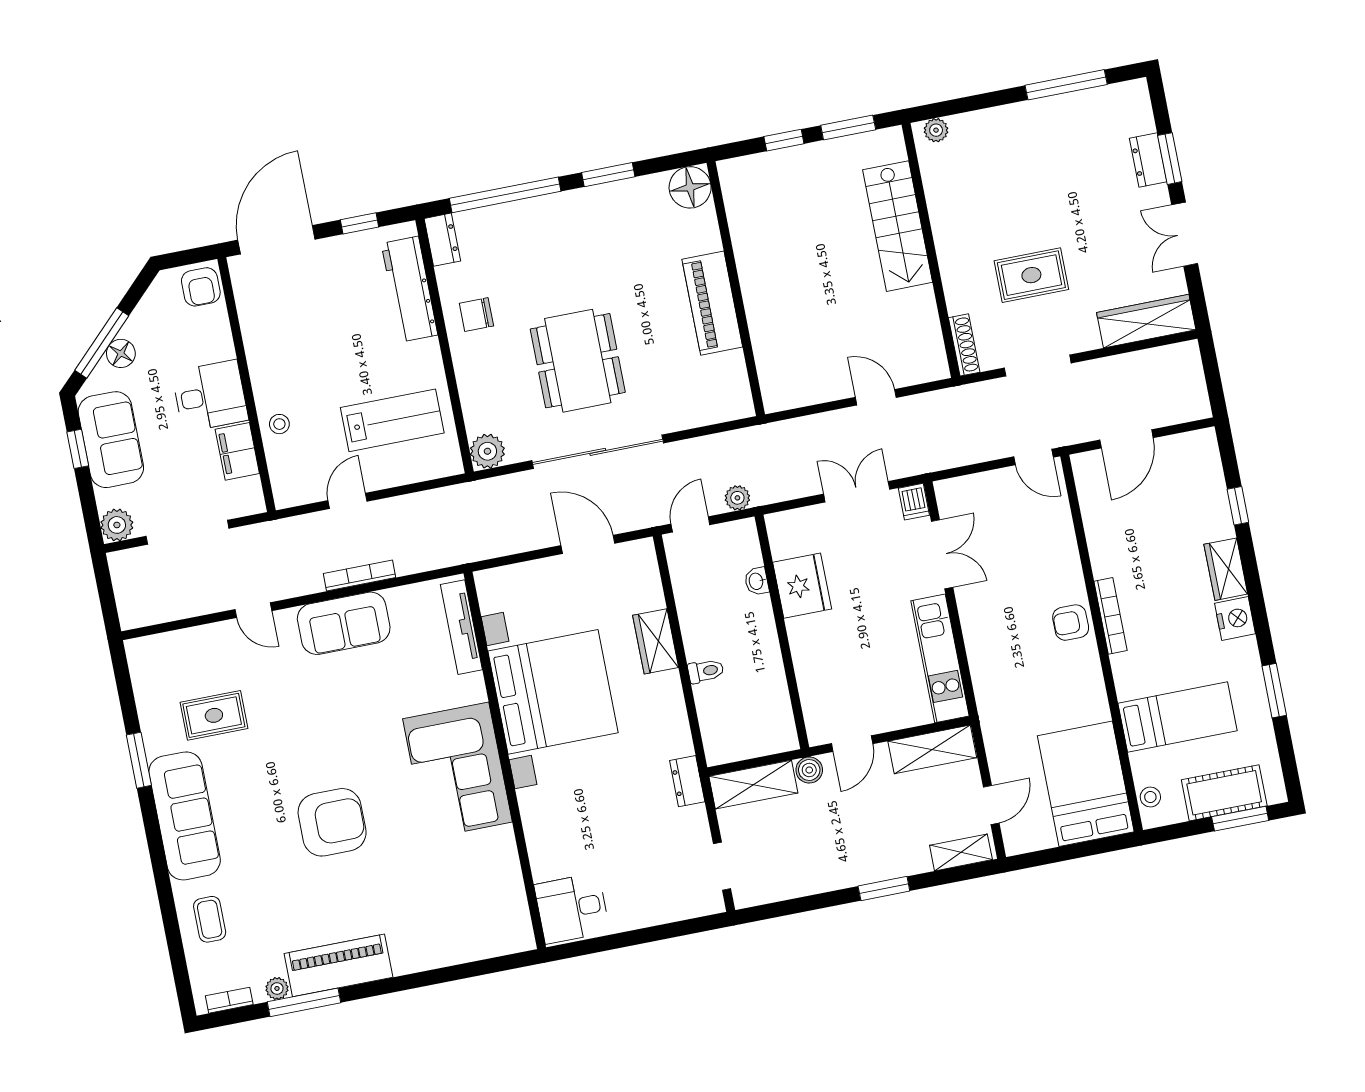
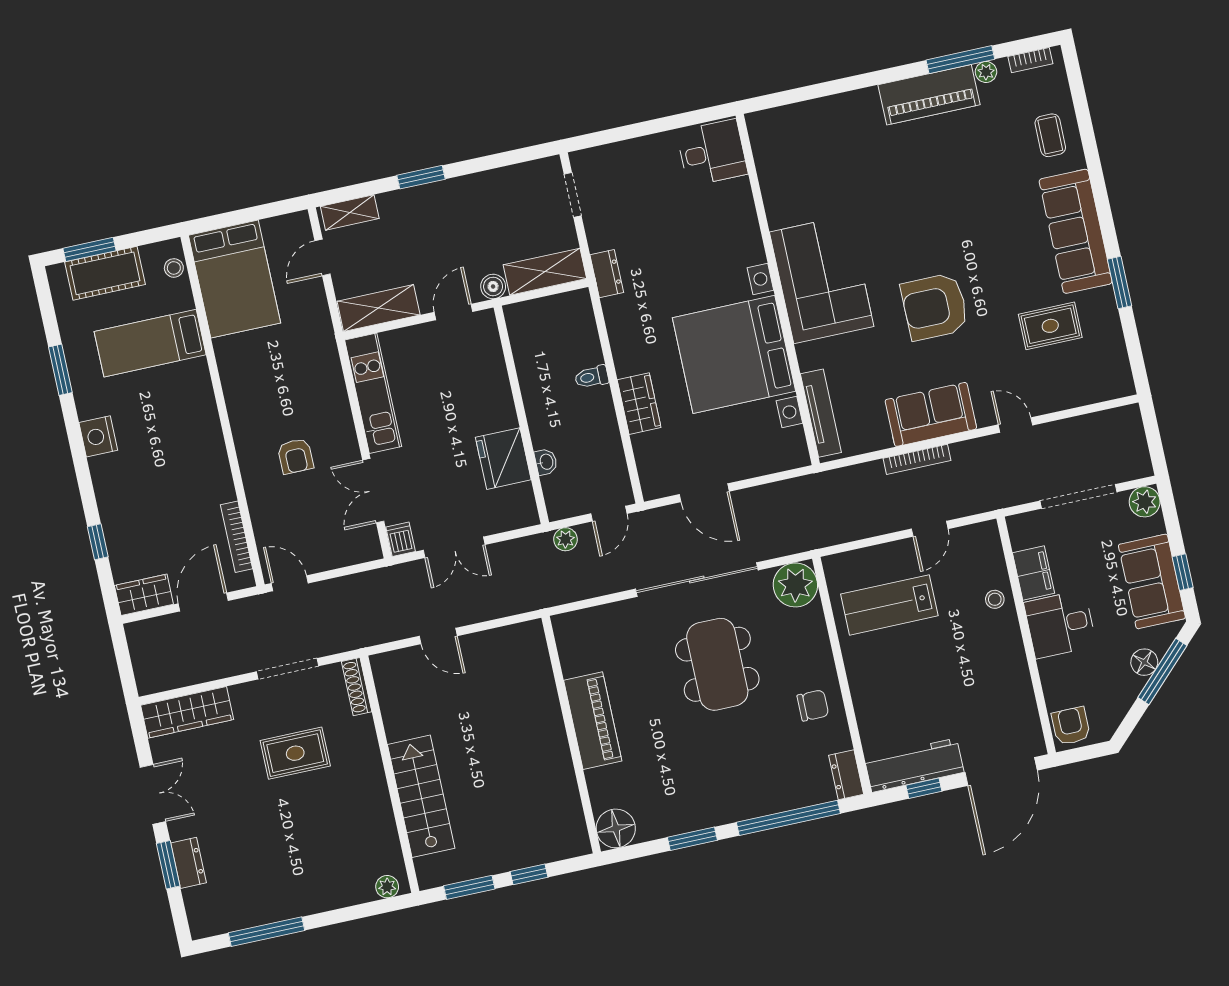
workbench: (410, 289) -> (914, 765), moved, turned -90
plant: (487, 451) -> (795, 585), width x1.36, depth x1.36
wardrobe: (1226, 569) -> (144, 595), moved, turned -90
bookcase: (1110, 616) -> (237, 537), moved
armchair: (1071, 623) -> (296, 456), moved, turned 90
armchair: (332, 822) -> (935, 307), moved

